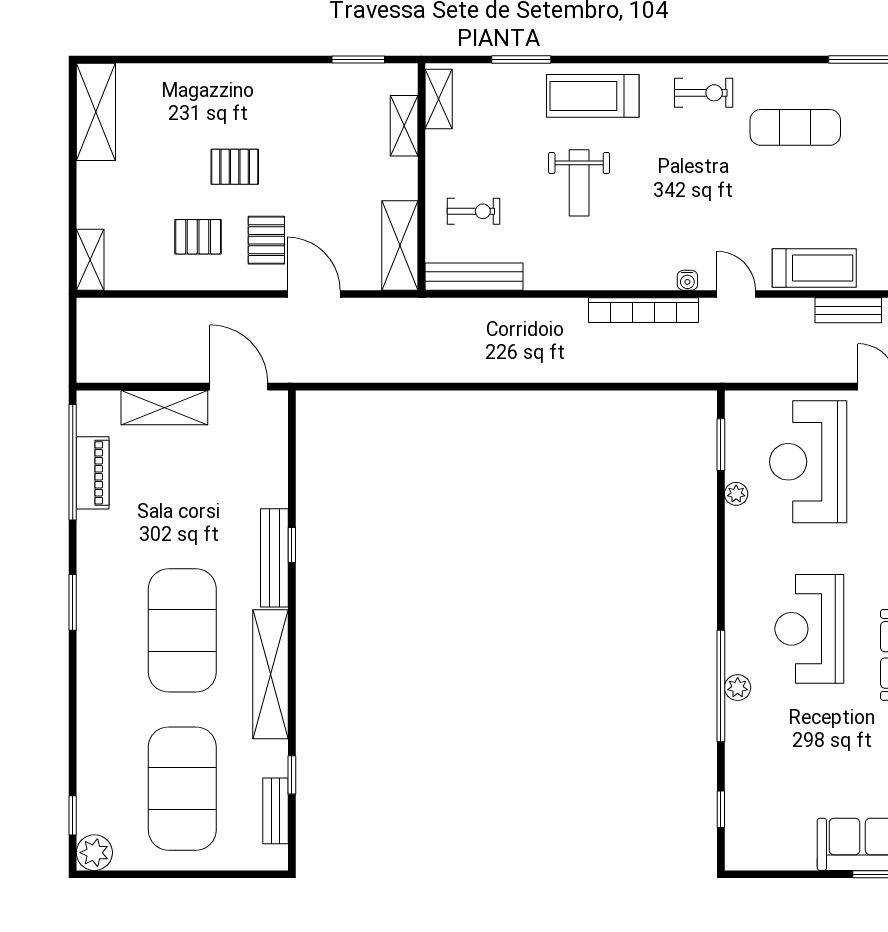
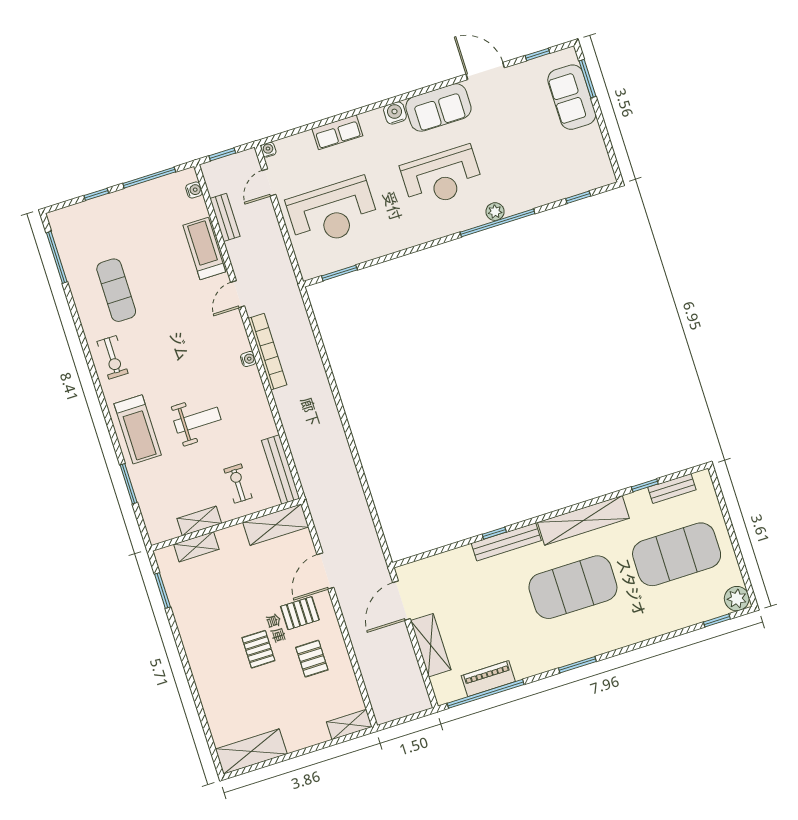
exercise bike: (704, 93) -> (113, 357), turned 180
shelving: (439, 99) -> (199, 521), moved
water cooler: (687, 280) -> (248, 359), moved
plant: (736, 494) -> (368, 253), removed

